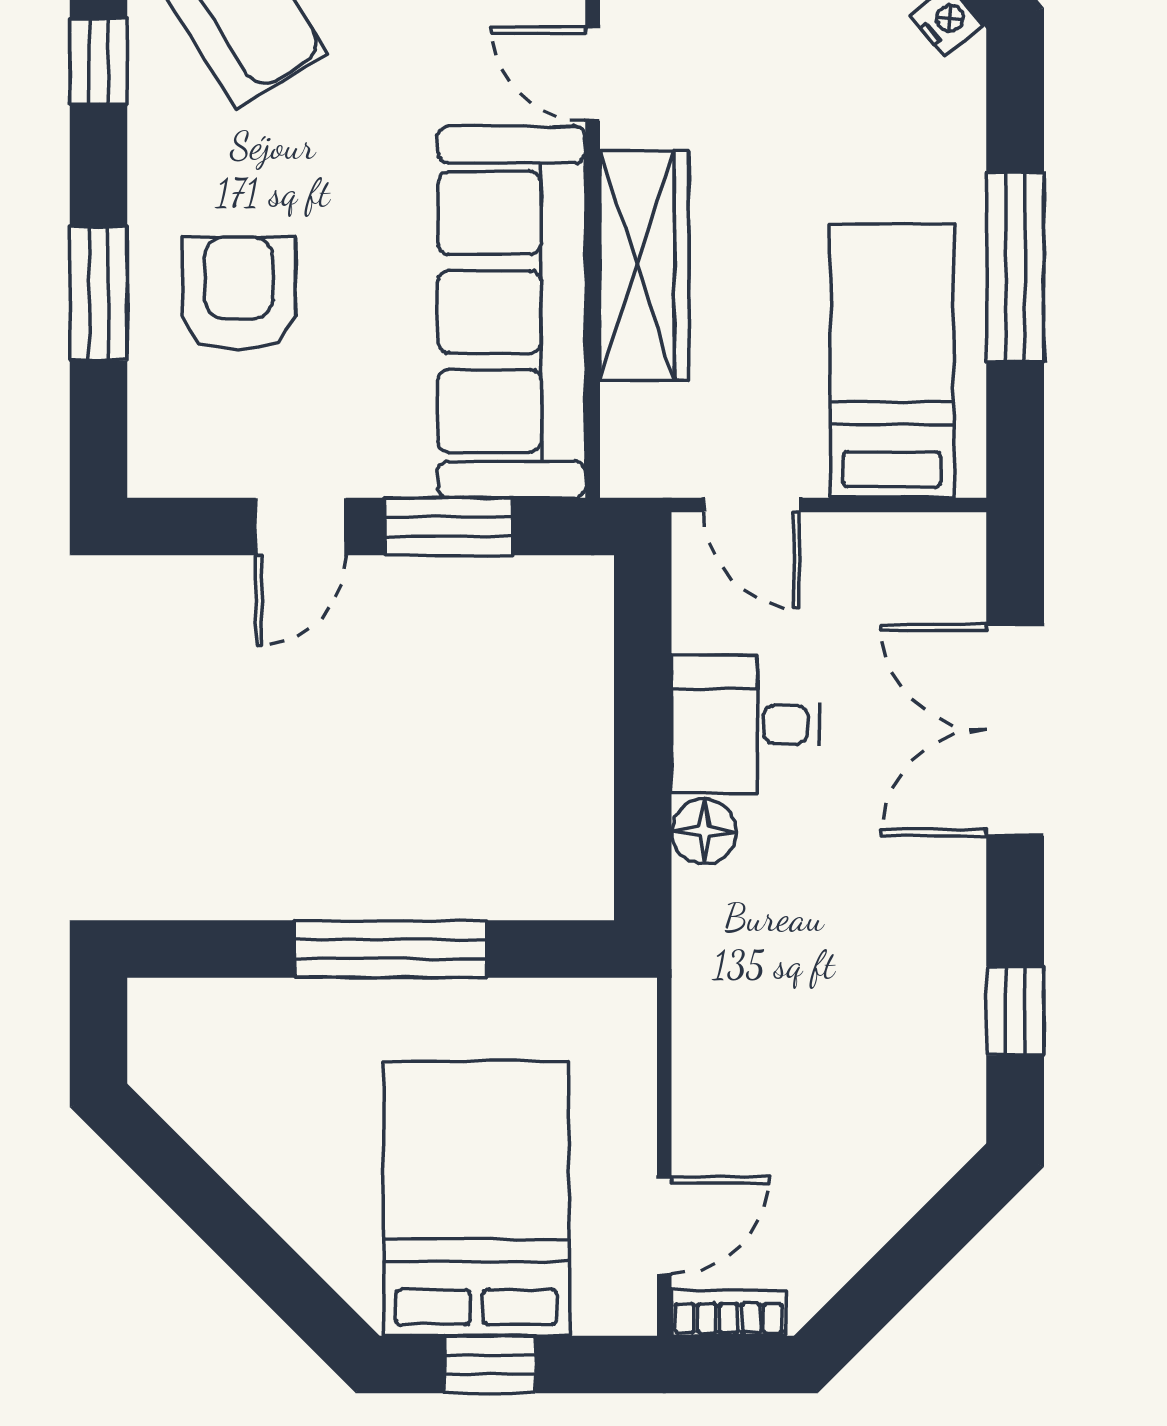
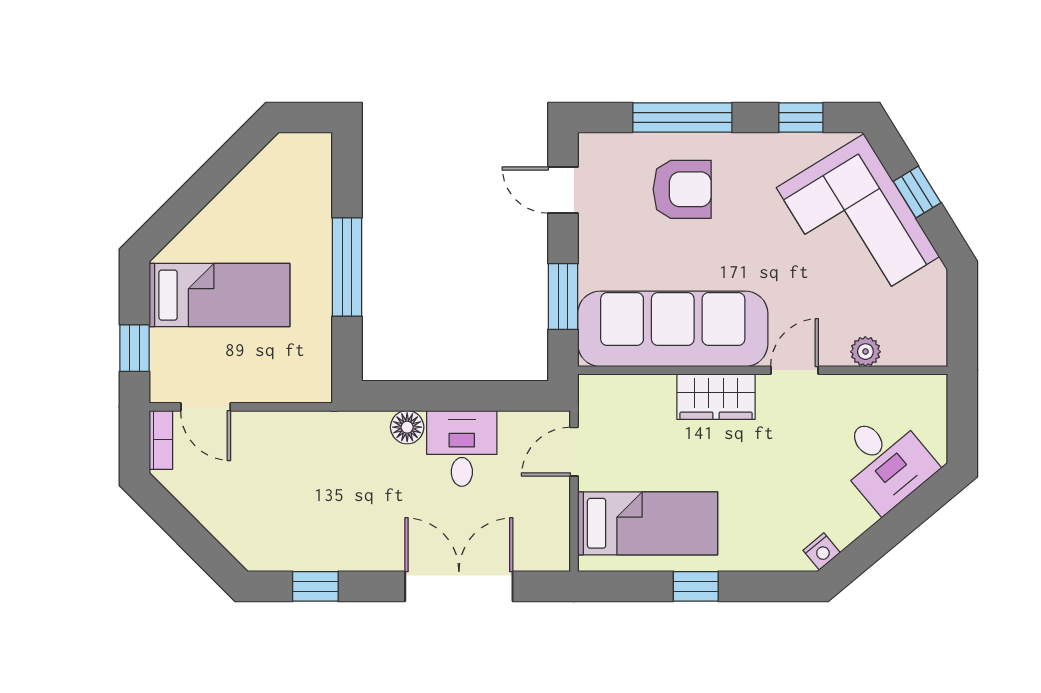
wardrobe: (644, 266) -> (716, 397), width x0.67
window: (1015, 267) -> (696, 586), width x0.46
window: (98, 293) -> (682, 118), width x1.44
door: (301, 527) -> (563, 190), moved
bed: (477, 1198) -> (219, 295), width x0.67
window: (490, 1364) -> (134, 348), moved

